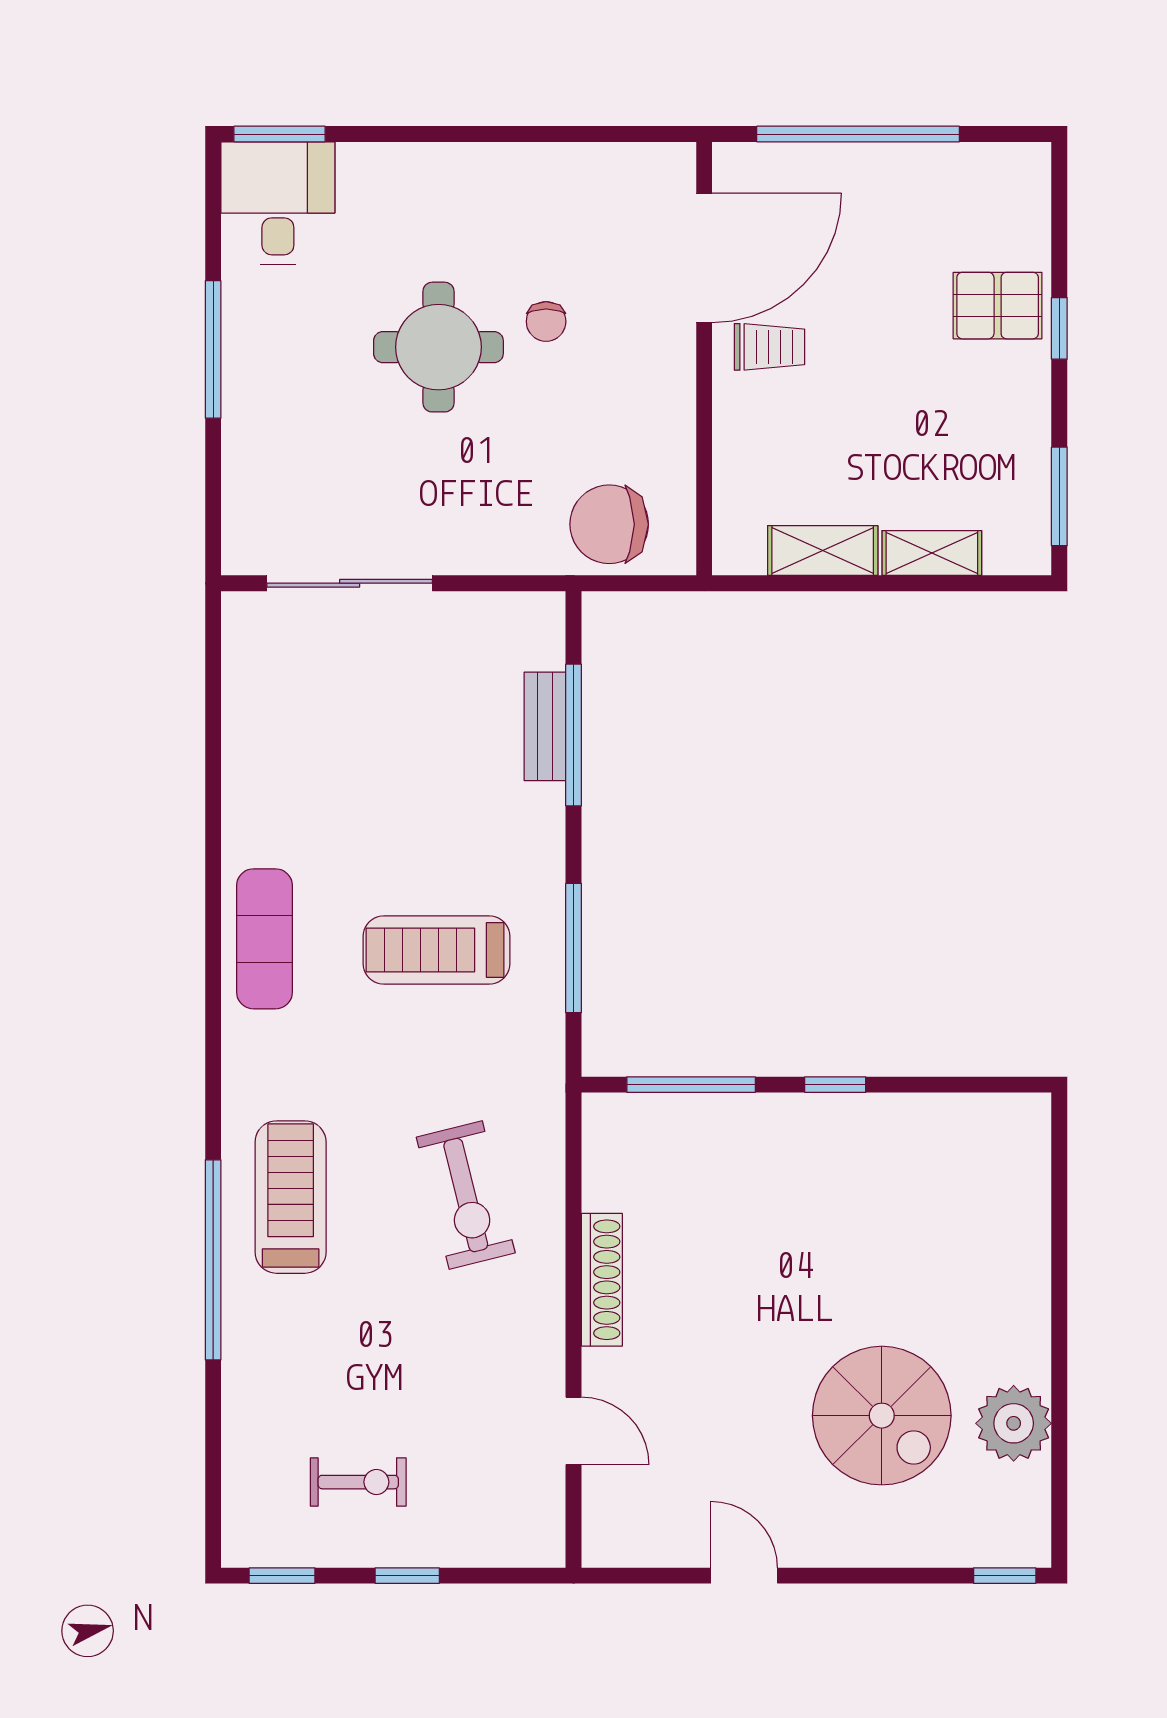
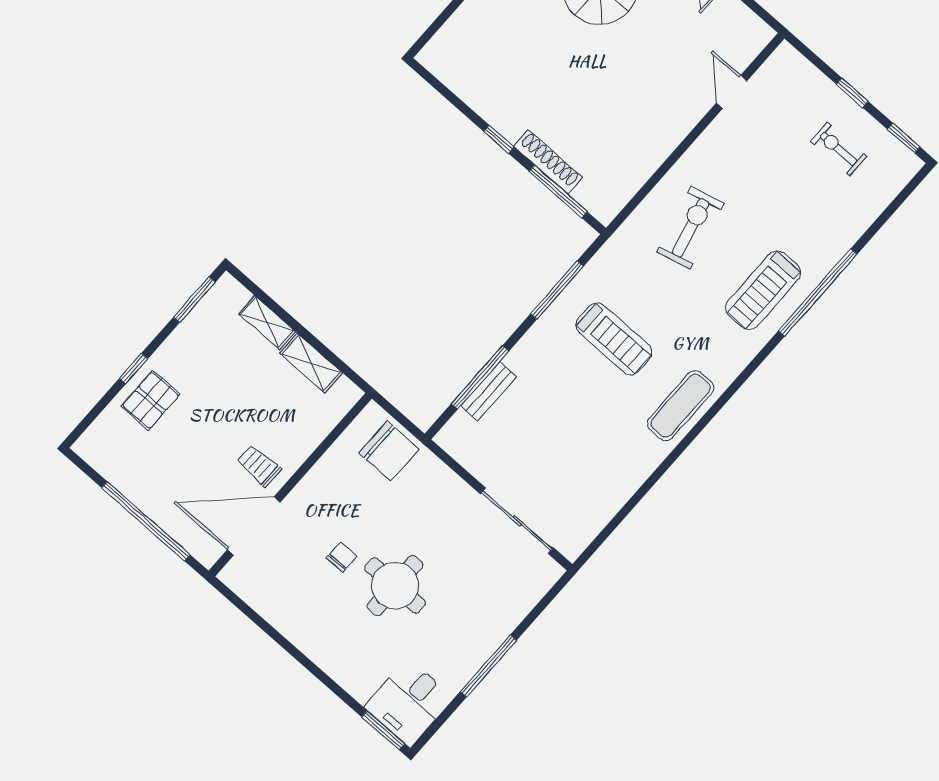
pallet: (998, 306) -> (151, 400), turned 90
shoe rack: (602, 1280) -> (548, 162), moved, turned 90

